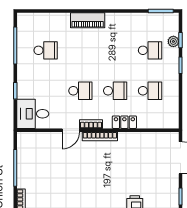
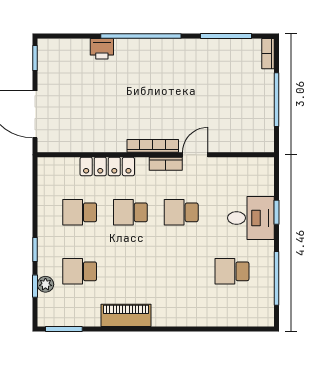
piano: (88, 20) -> (126, 315), moved
desk: (33, 114) -> (251, 218), moved
locker: (124, 122) -> (107, 166), width x1.53

